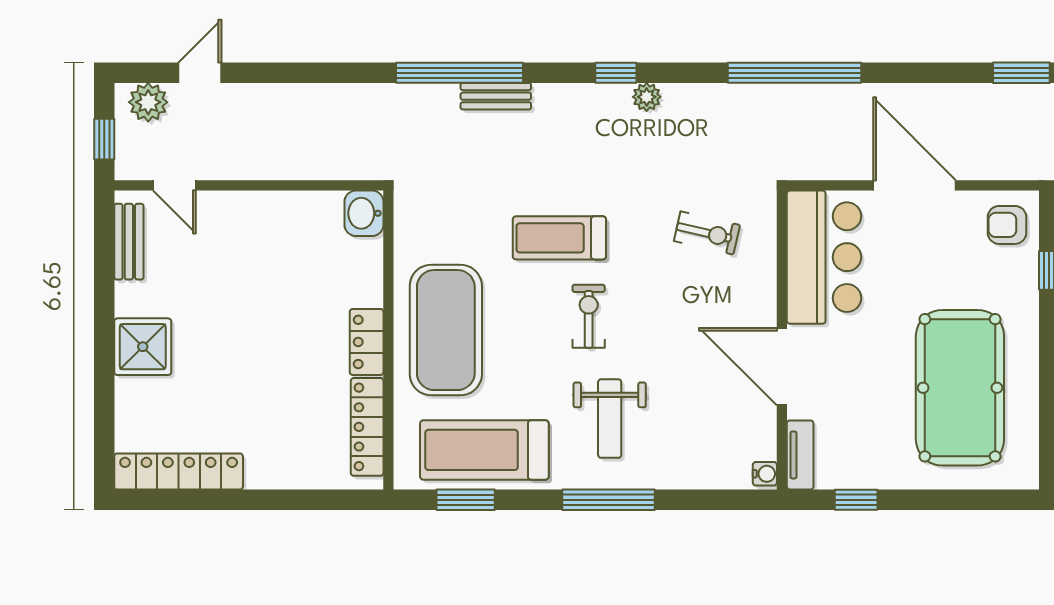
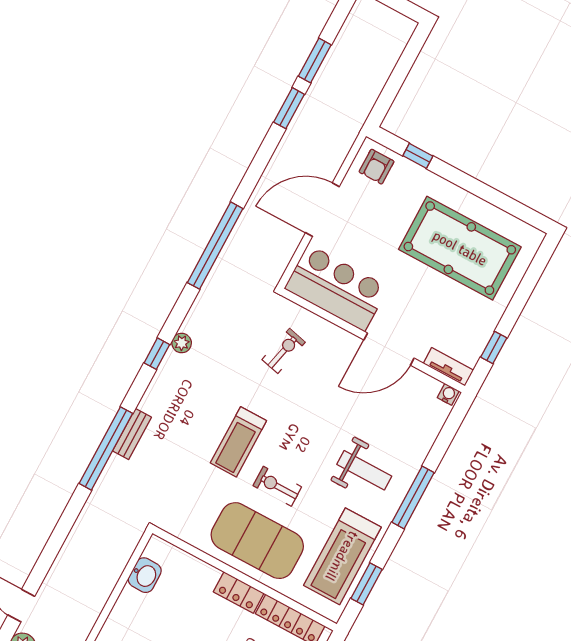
washbasin: (364, 213) -> (145, 575), moved, turned -90
exercise bike: (589, 316) -> (277, 486), moved

